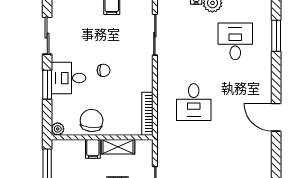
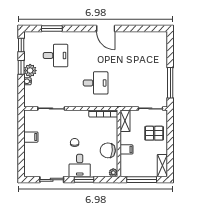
desk: (235, 41) -> (55, 56), turned 180
door: (276, 117) -> (106, 28), hinge flipped
shelving: (118, 147) -> (125, 121), moved

